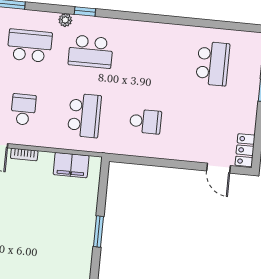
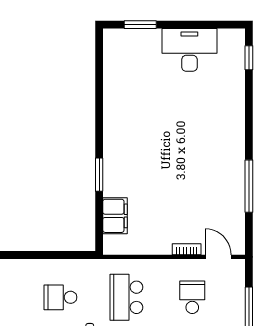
school desk: (23, 109) -> (192, 297), turned 180
filing cabinet: (71, 165) -> (115, 216), moved, turned 90

